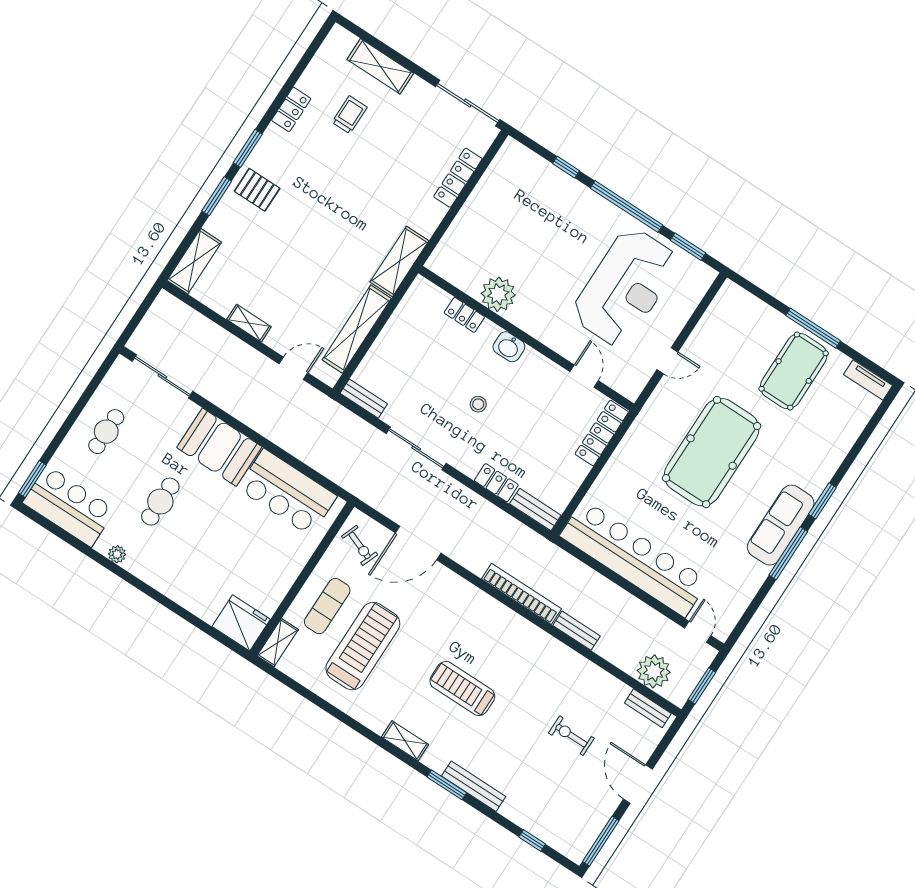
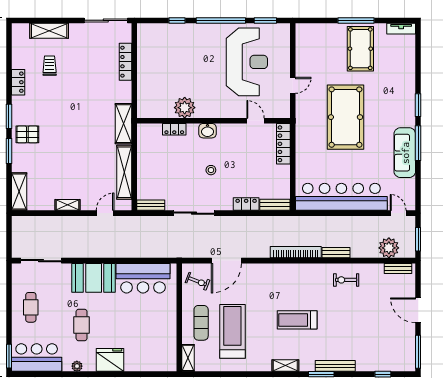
sofa: (781, 525) -> (405, 153), moved
fridge: (241, 623) -> (110, 360), moved
exercise bike: (571, 736) -> (346, 280), moved

